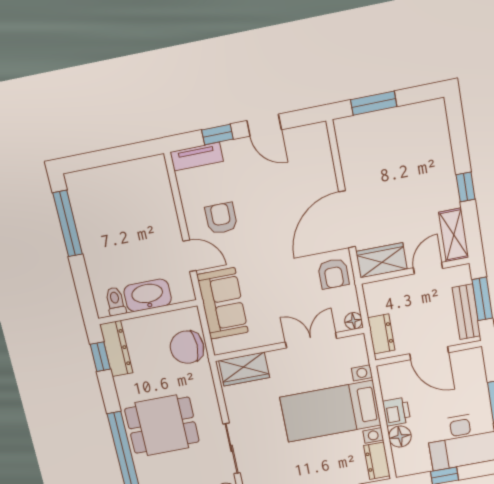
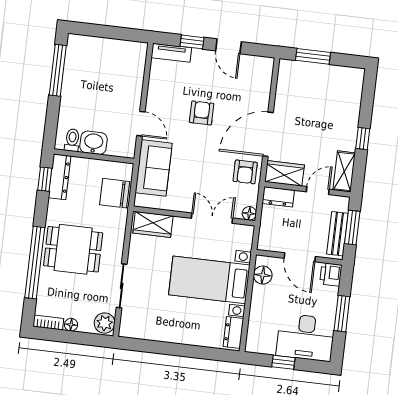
armchair: (221, 218) -> (202, 113), moved
washbasin: (148, 295) -> (93, 143), width x0.72
dresser: (381, 334) -> (278, 197), moved, turned 90
printer: (397, 412) -> (331, 274), moved, turned 180
floor lamp: (400, 437) -> (263, 275), moved

